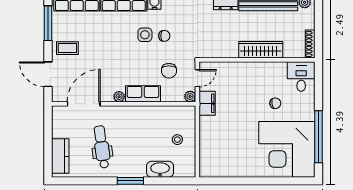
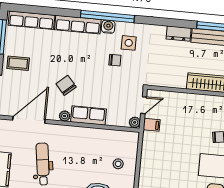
side table: (145, 35) -> (129, 43), moved
chair: (169, 71) -> (66, 85), moved, turned 139
filing cabinet: (207, 103) -> (152, 125), width x0.50

